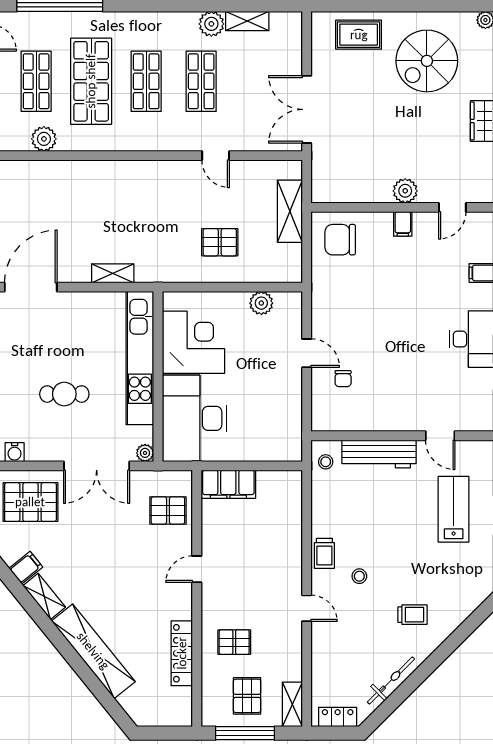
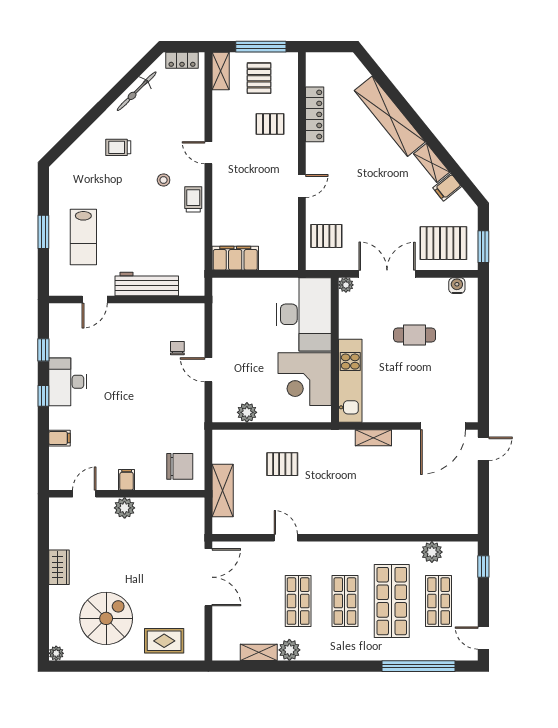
kitchen unit: (140, 358) -> (350, 381), width x0.73
door: (440, 436) -> (95, 300), swing flipped
stool: (326, 462) -> (192, 277), removed
filing cabinet: (228, 484) -> (235, 258), moved

